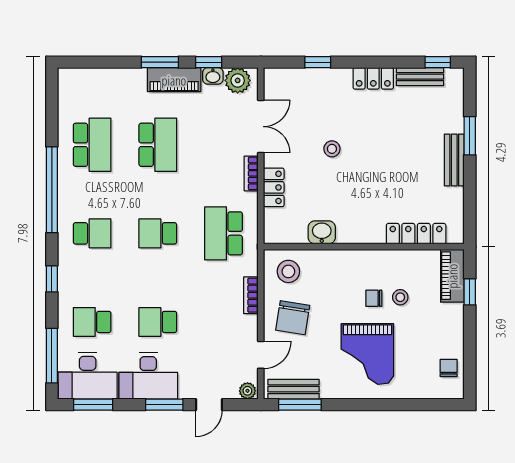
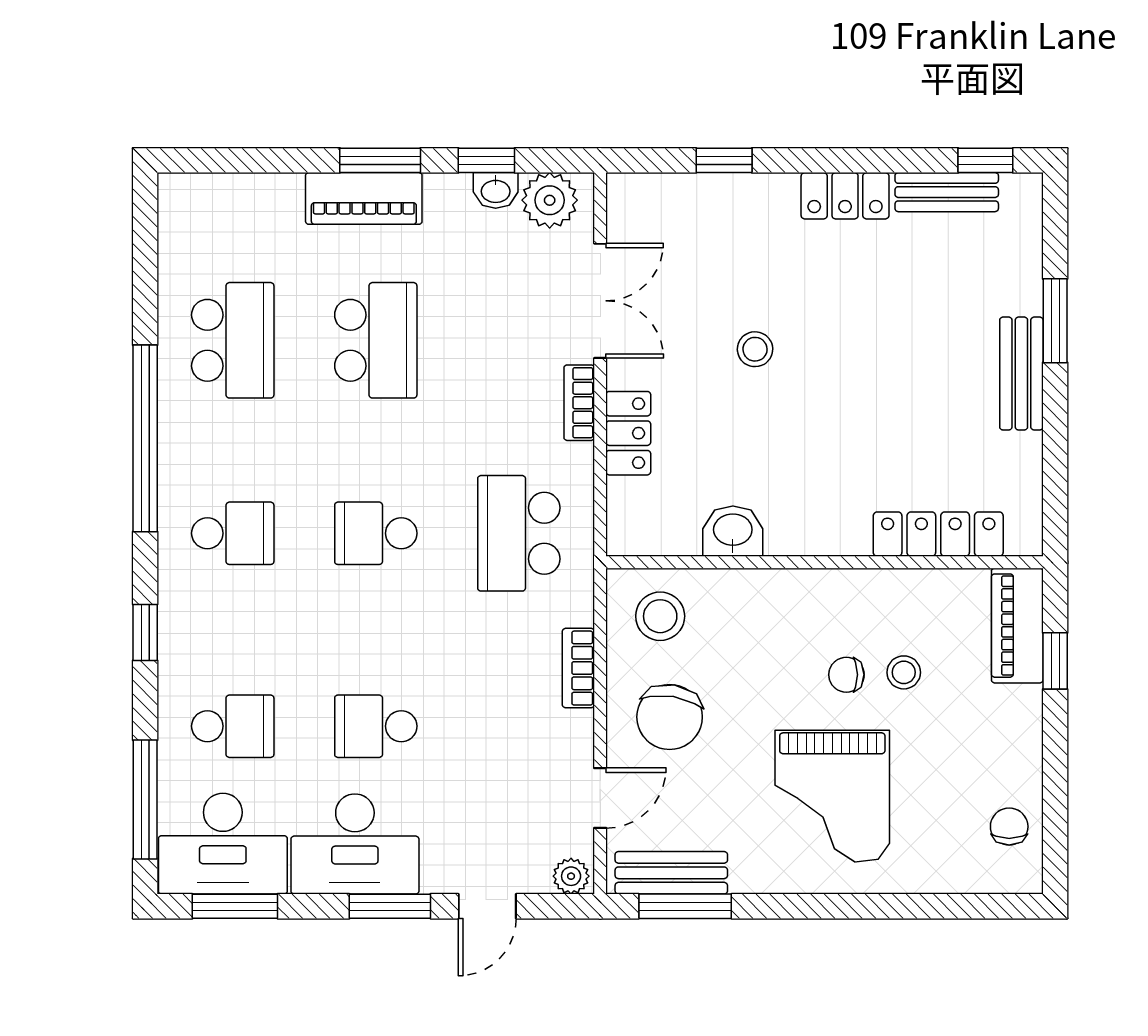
piano: (174, 80) -> (364, 198), moved
school desk: (92, 322) -> (233, 726), turned 180

